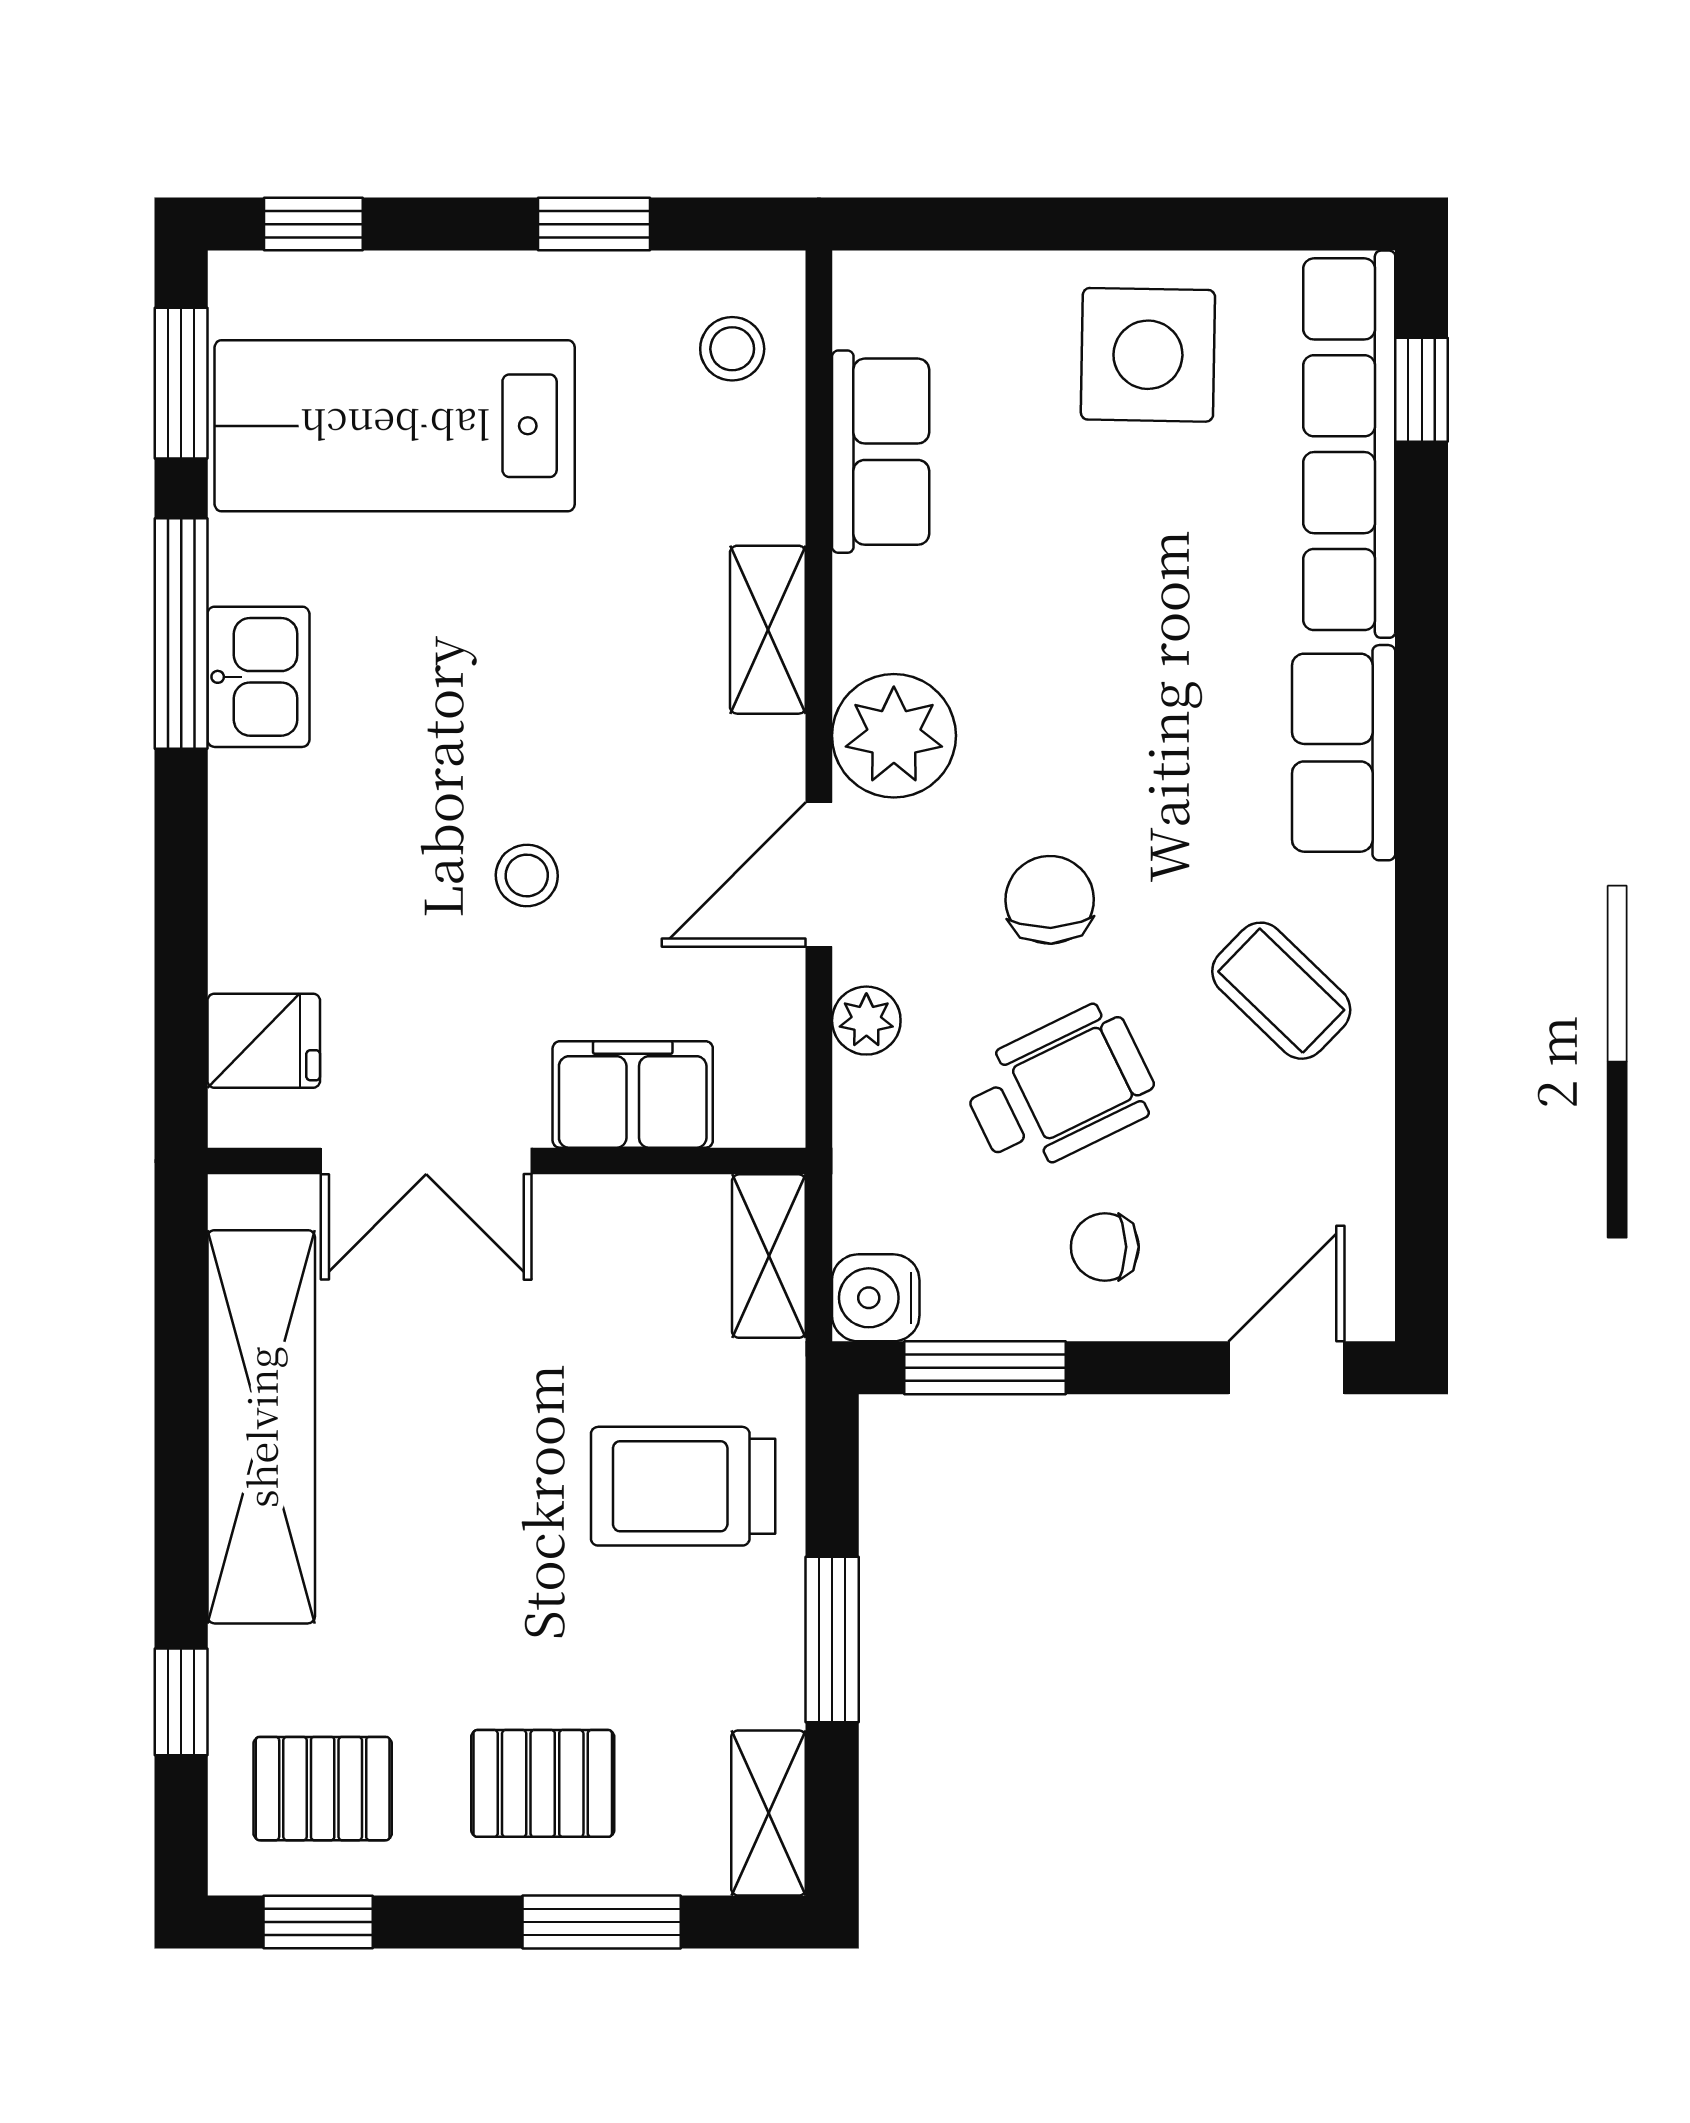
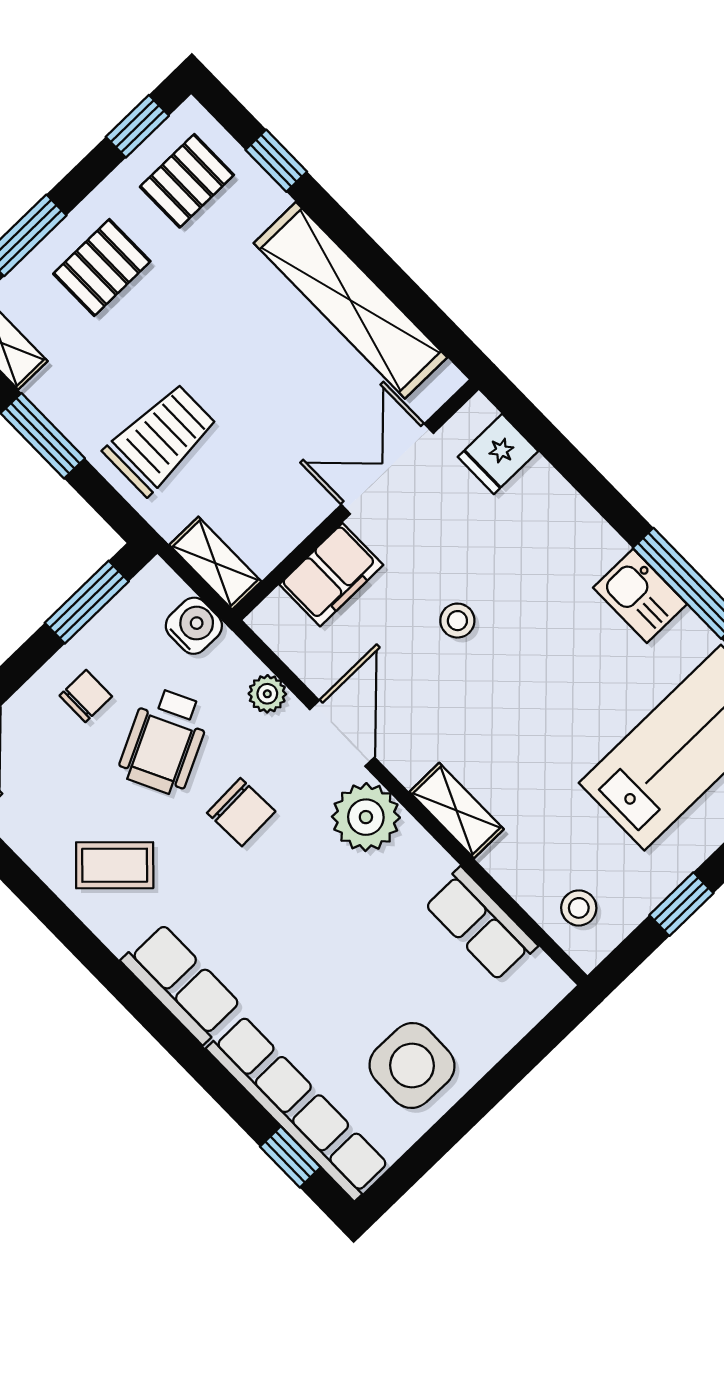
water cooler: (876, 1298) -> (194, 626), moved

